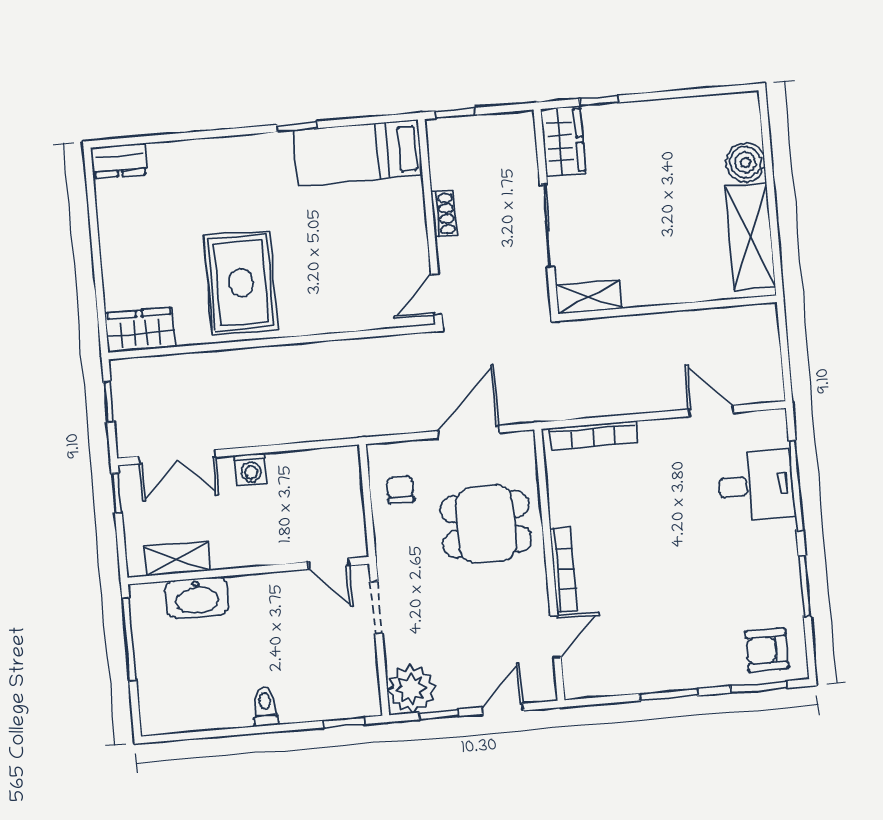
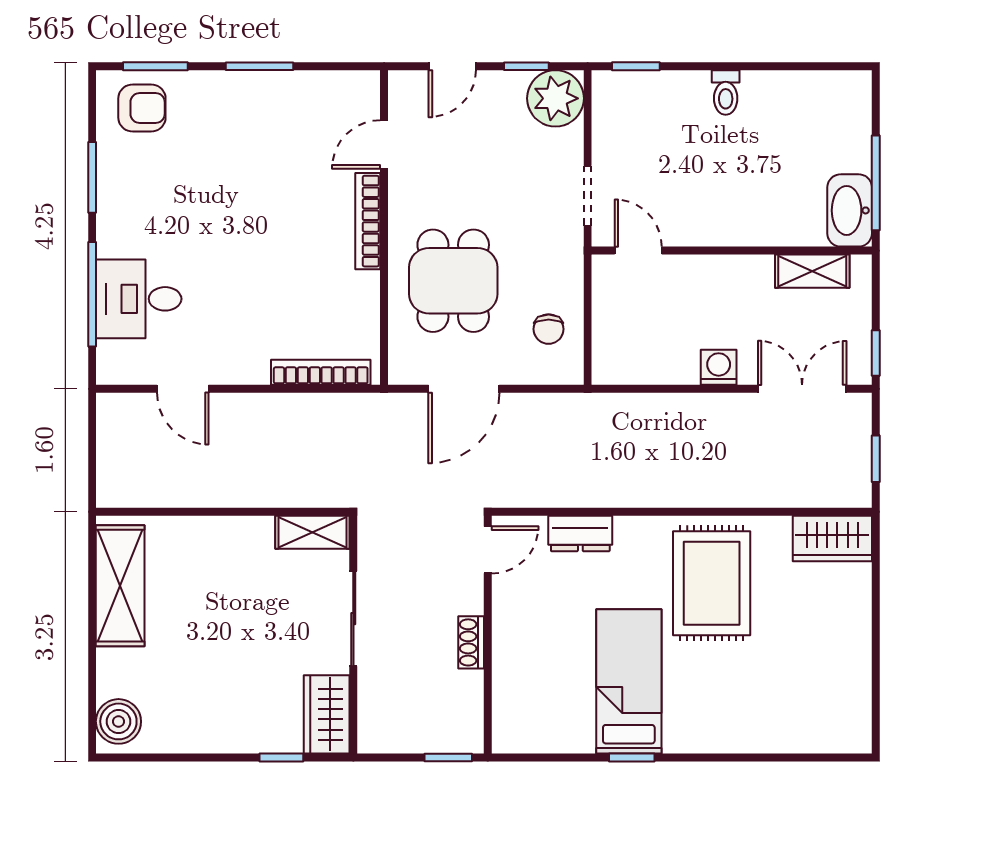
bed: (358, 153) -> (629, 681), moved, turned -90
dresser: (119, 161) -> (580, 533), moved, turned 180
boiler: (745, 162) -> (118, 721), moved
dining table: (486, 524) -> (453, 281), turned 90
washbasin: (197, 598) -> (850, 210), moved, turned -90

